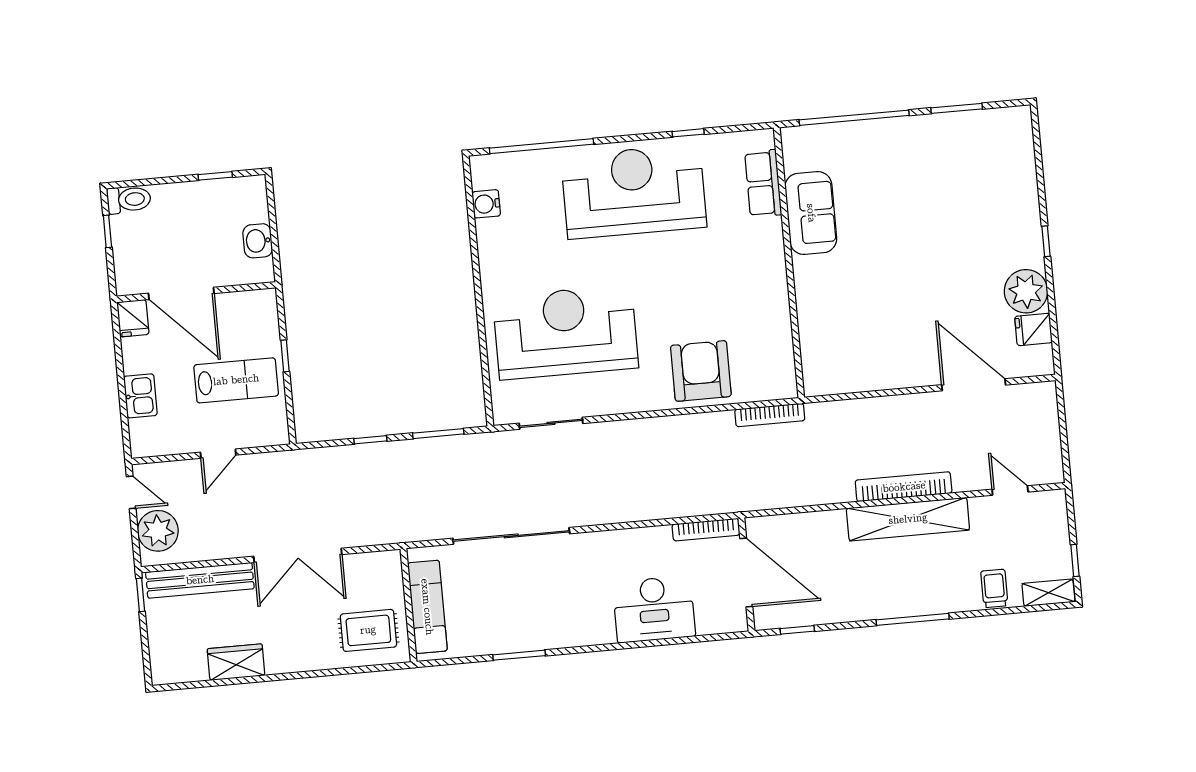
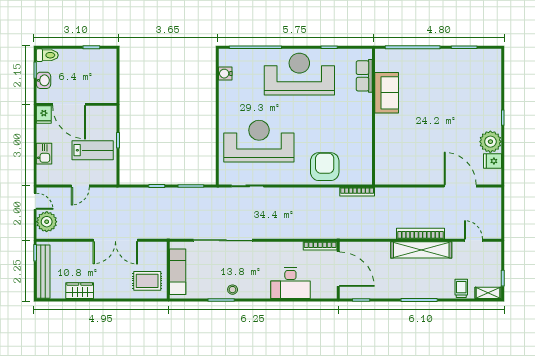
washbasin: (258, 241) -> (44, 80), moved, turned 180
bench: (200, 580) -> (43, 272), moved, turned 90
stool: (540, 632) -> (233, 290), added

